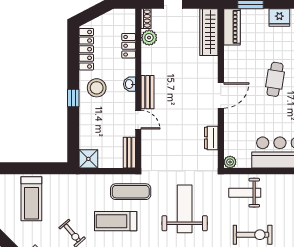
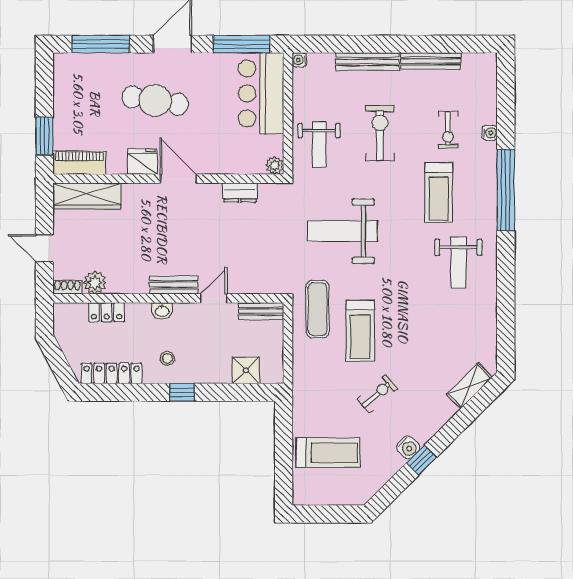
fridge: (279, 18) -> (143, 162), moved, turned -90
cafe table: (275, 79) -> (155, 101), width x1.37, depth x1.35
stool: (97, 88) -> (167, 358), width x0.53, depth x0.53
shower: (88, 159) -> (246, 370), moved

